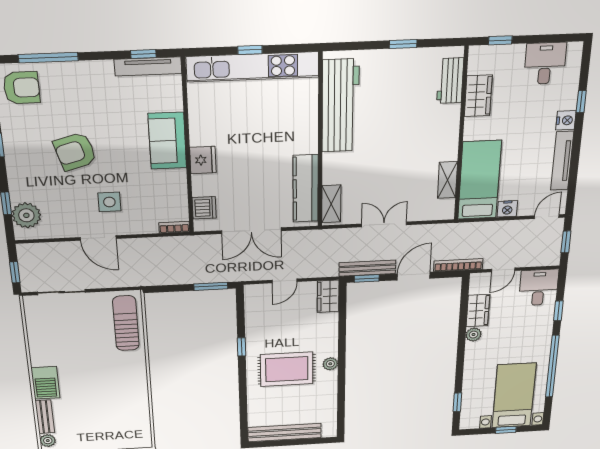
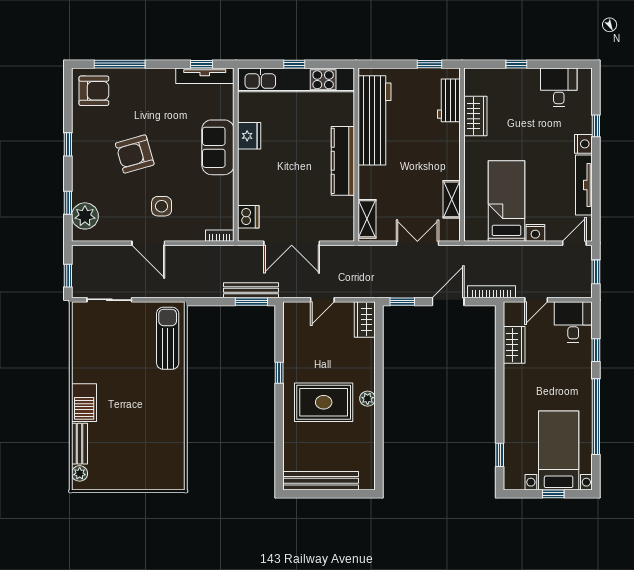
workbench: (450, 81) -> (449, 100), moved
wardrobe: (478, 96) -> (475, 116), moved
wall: (461, 135) -> (462, 155), moved
fridge: (203, 160) -> (249, 136), moved
shelving: (447, 180) -> (452, 199), moved
kitchen counter: (306, 188) -> (343, 161), moved
bench: (367, 268) -> (251, 290), moved
plant: (474, 335) -> (511, 373), removed

